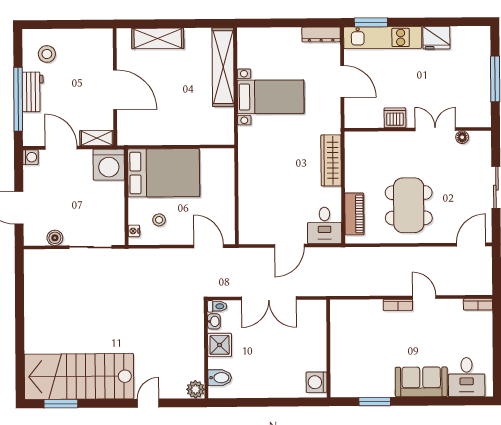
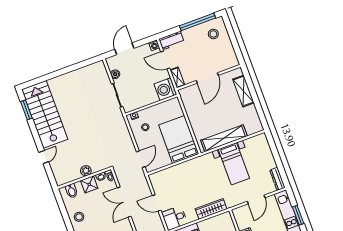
window: (371, 22) -> (298, 215), moved
shelving: (223, 67) -> (224, 138), moved
workbench: (33, 92) -> (171, 41), moved
window: (18, 99) -> (198, 22), moved
door: (61, 148) -> (165, 60), swing flipped
bed: (164, 173) -> (179, 140), moved, turned 180
stool: (266, 381) -> (79, 217), added
plant: (196, 389) -> (86, 171), moved
door: (148, 403) -> (44, 157), hinge flipped

